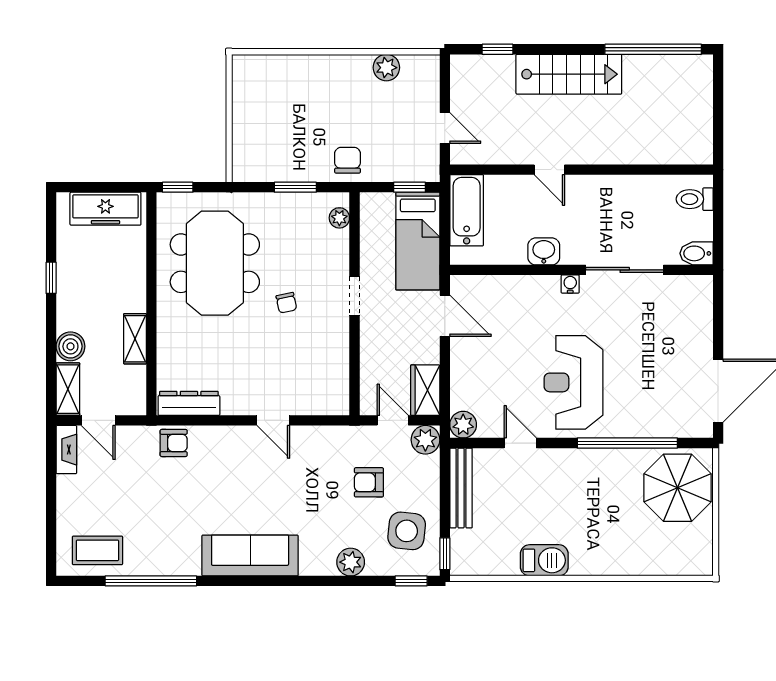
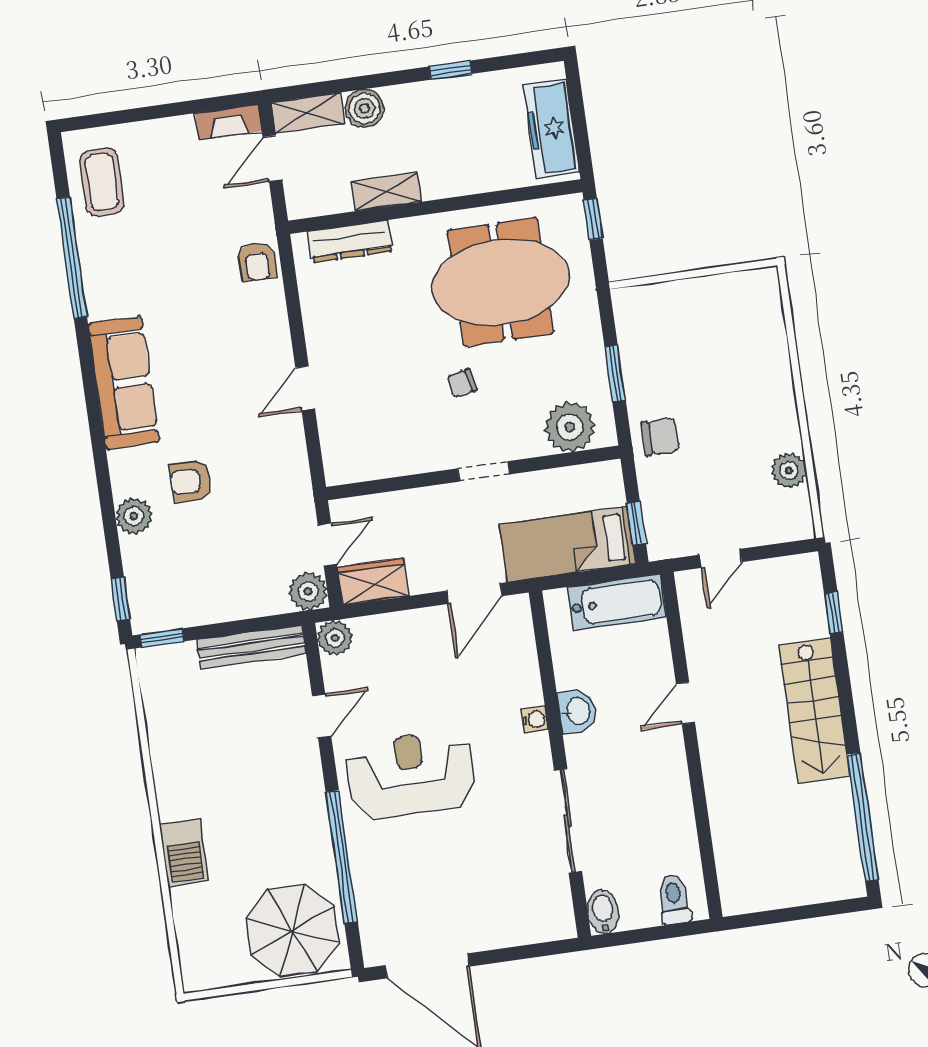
plant: (339, 218) -> (570, 427), width x1.87, depth x1.87
water cooler: (570, 284) -> (535, 719), moved
dresser: (189, 403) -> (350, 241), moved, turned 90
armchair: (369, 482) -> (191, 481), moved, turned -90
side table: (407, 531) -> (185, 584), removed
barbecue: (544, 560) -> (184, 852), moved

